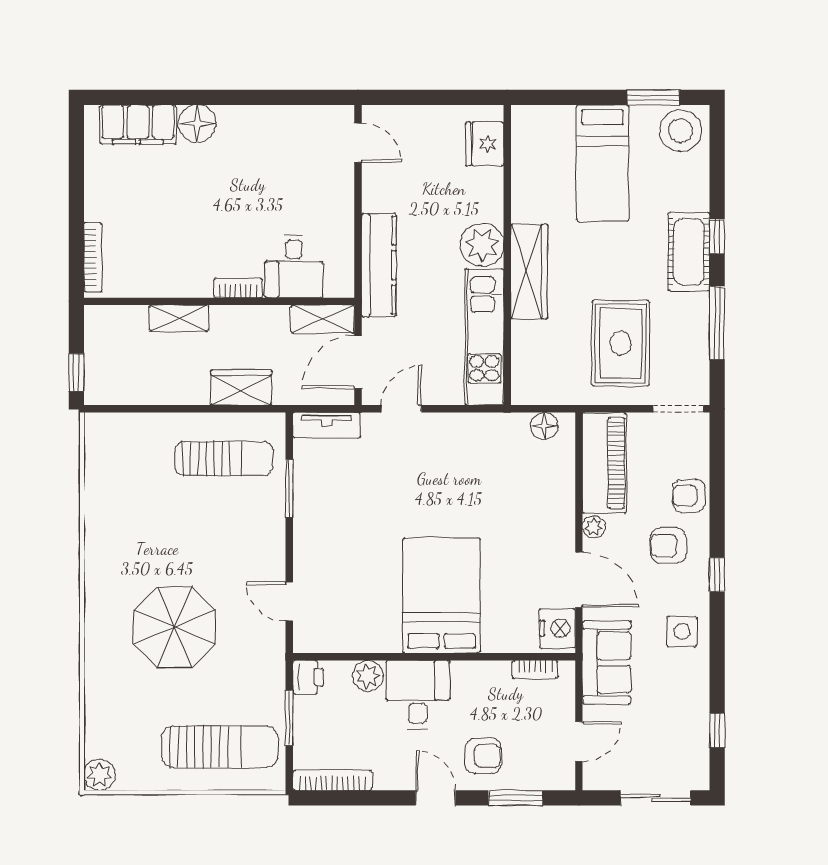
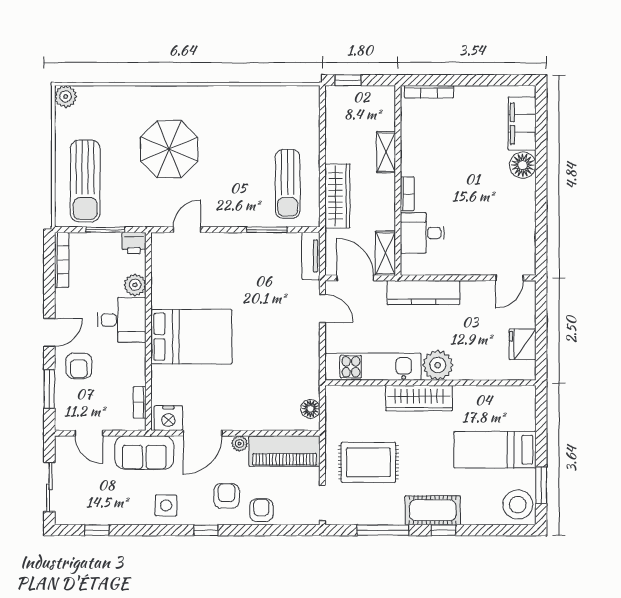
fridge: (485, 144) -> (523, 344), moved, turned -90
wardrobe: (241, 388) -> (337, 196), width x1.50

